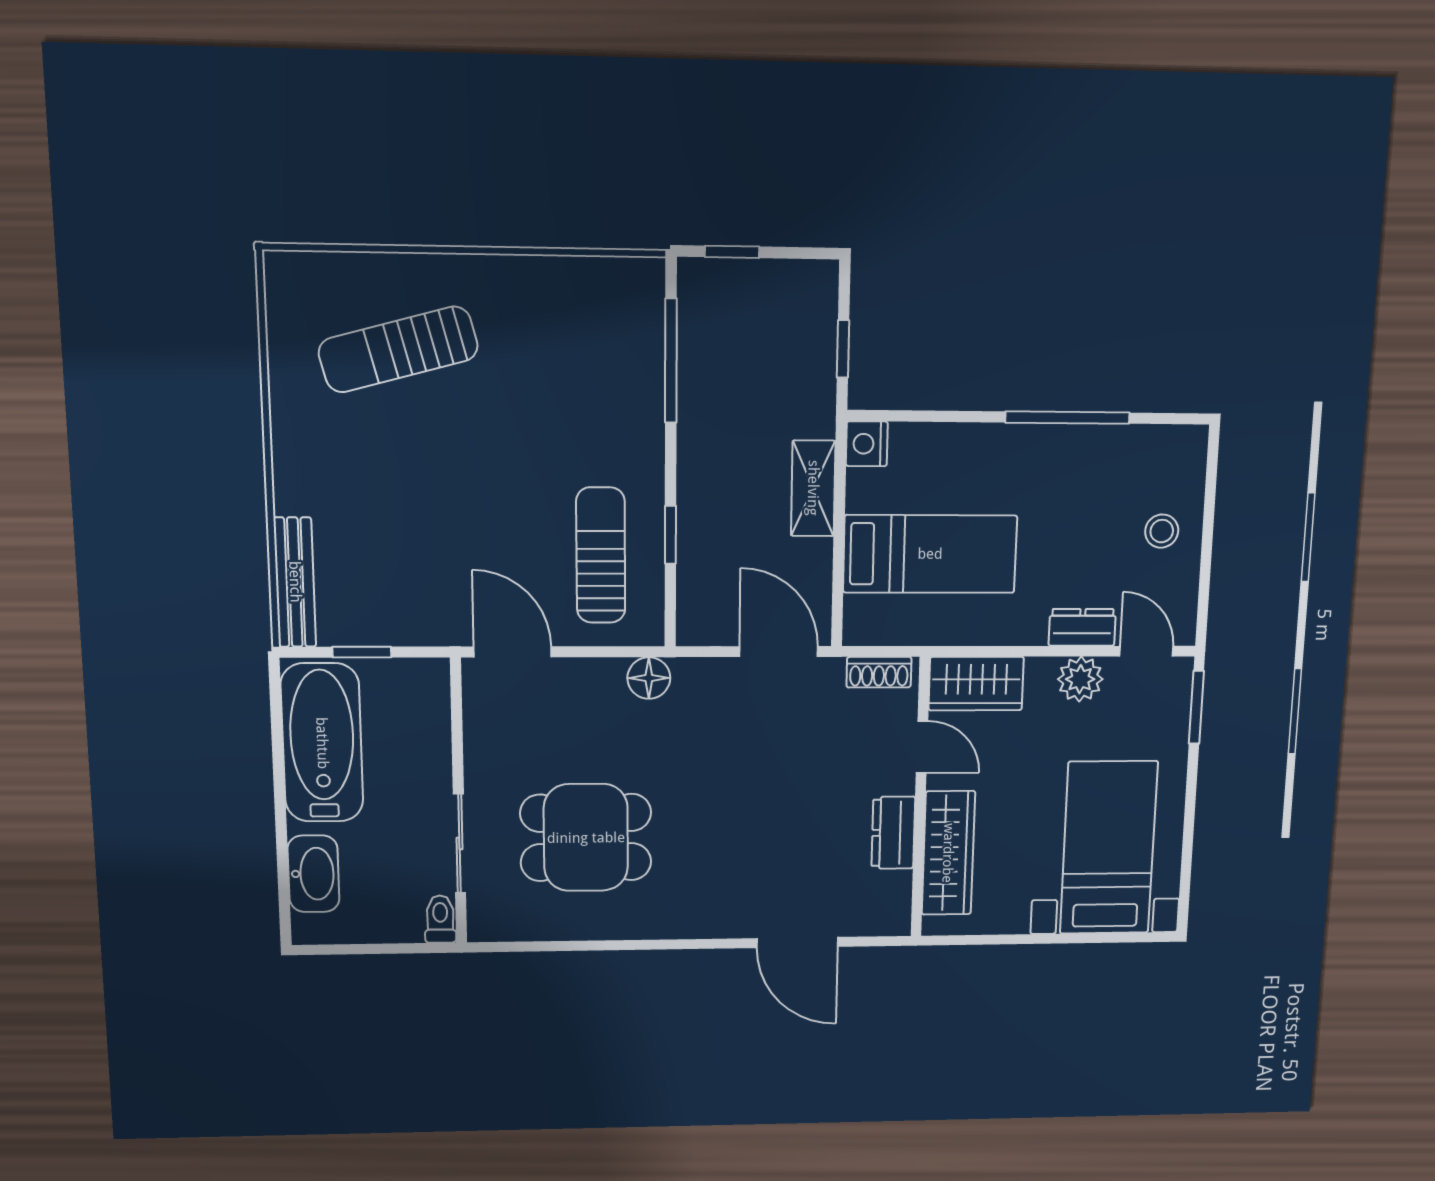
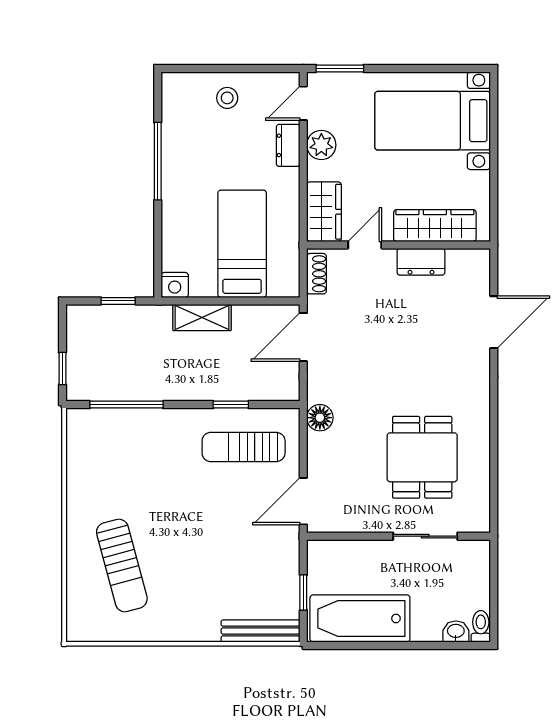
washbasin: (313, 874) -> (456, 631), width x0.52, depth x0.69
toilet: (440, 919) -> (481, 626), moved, turned 90

